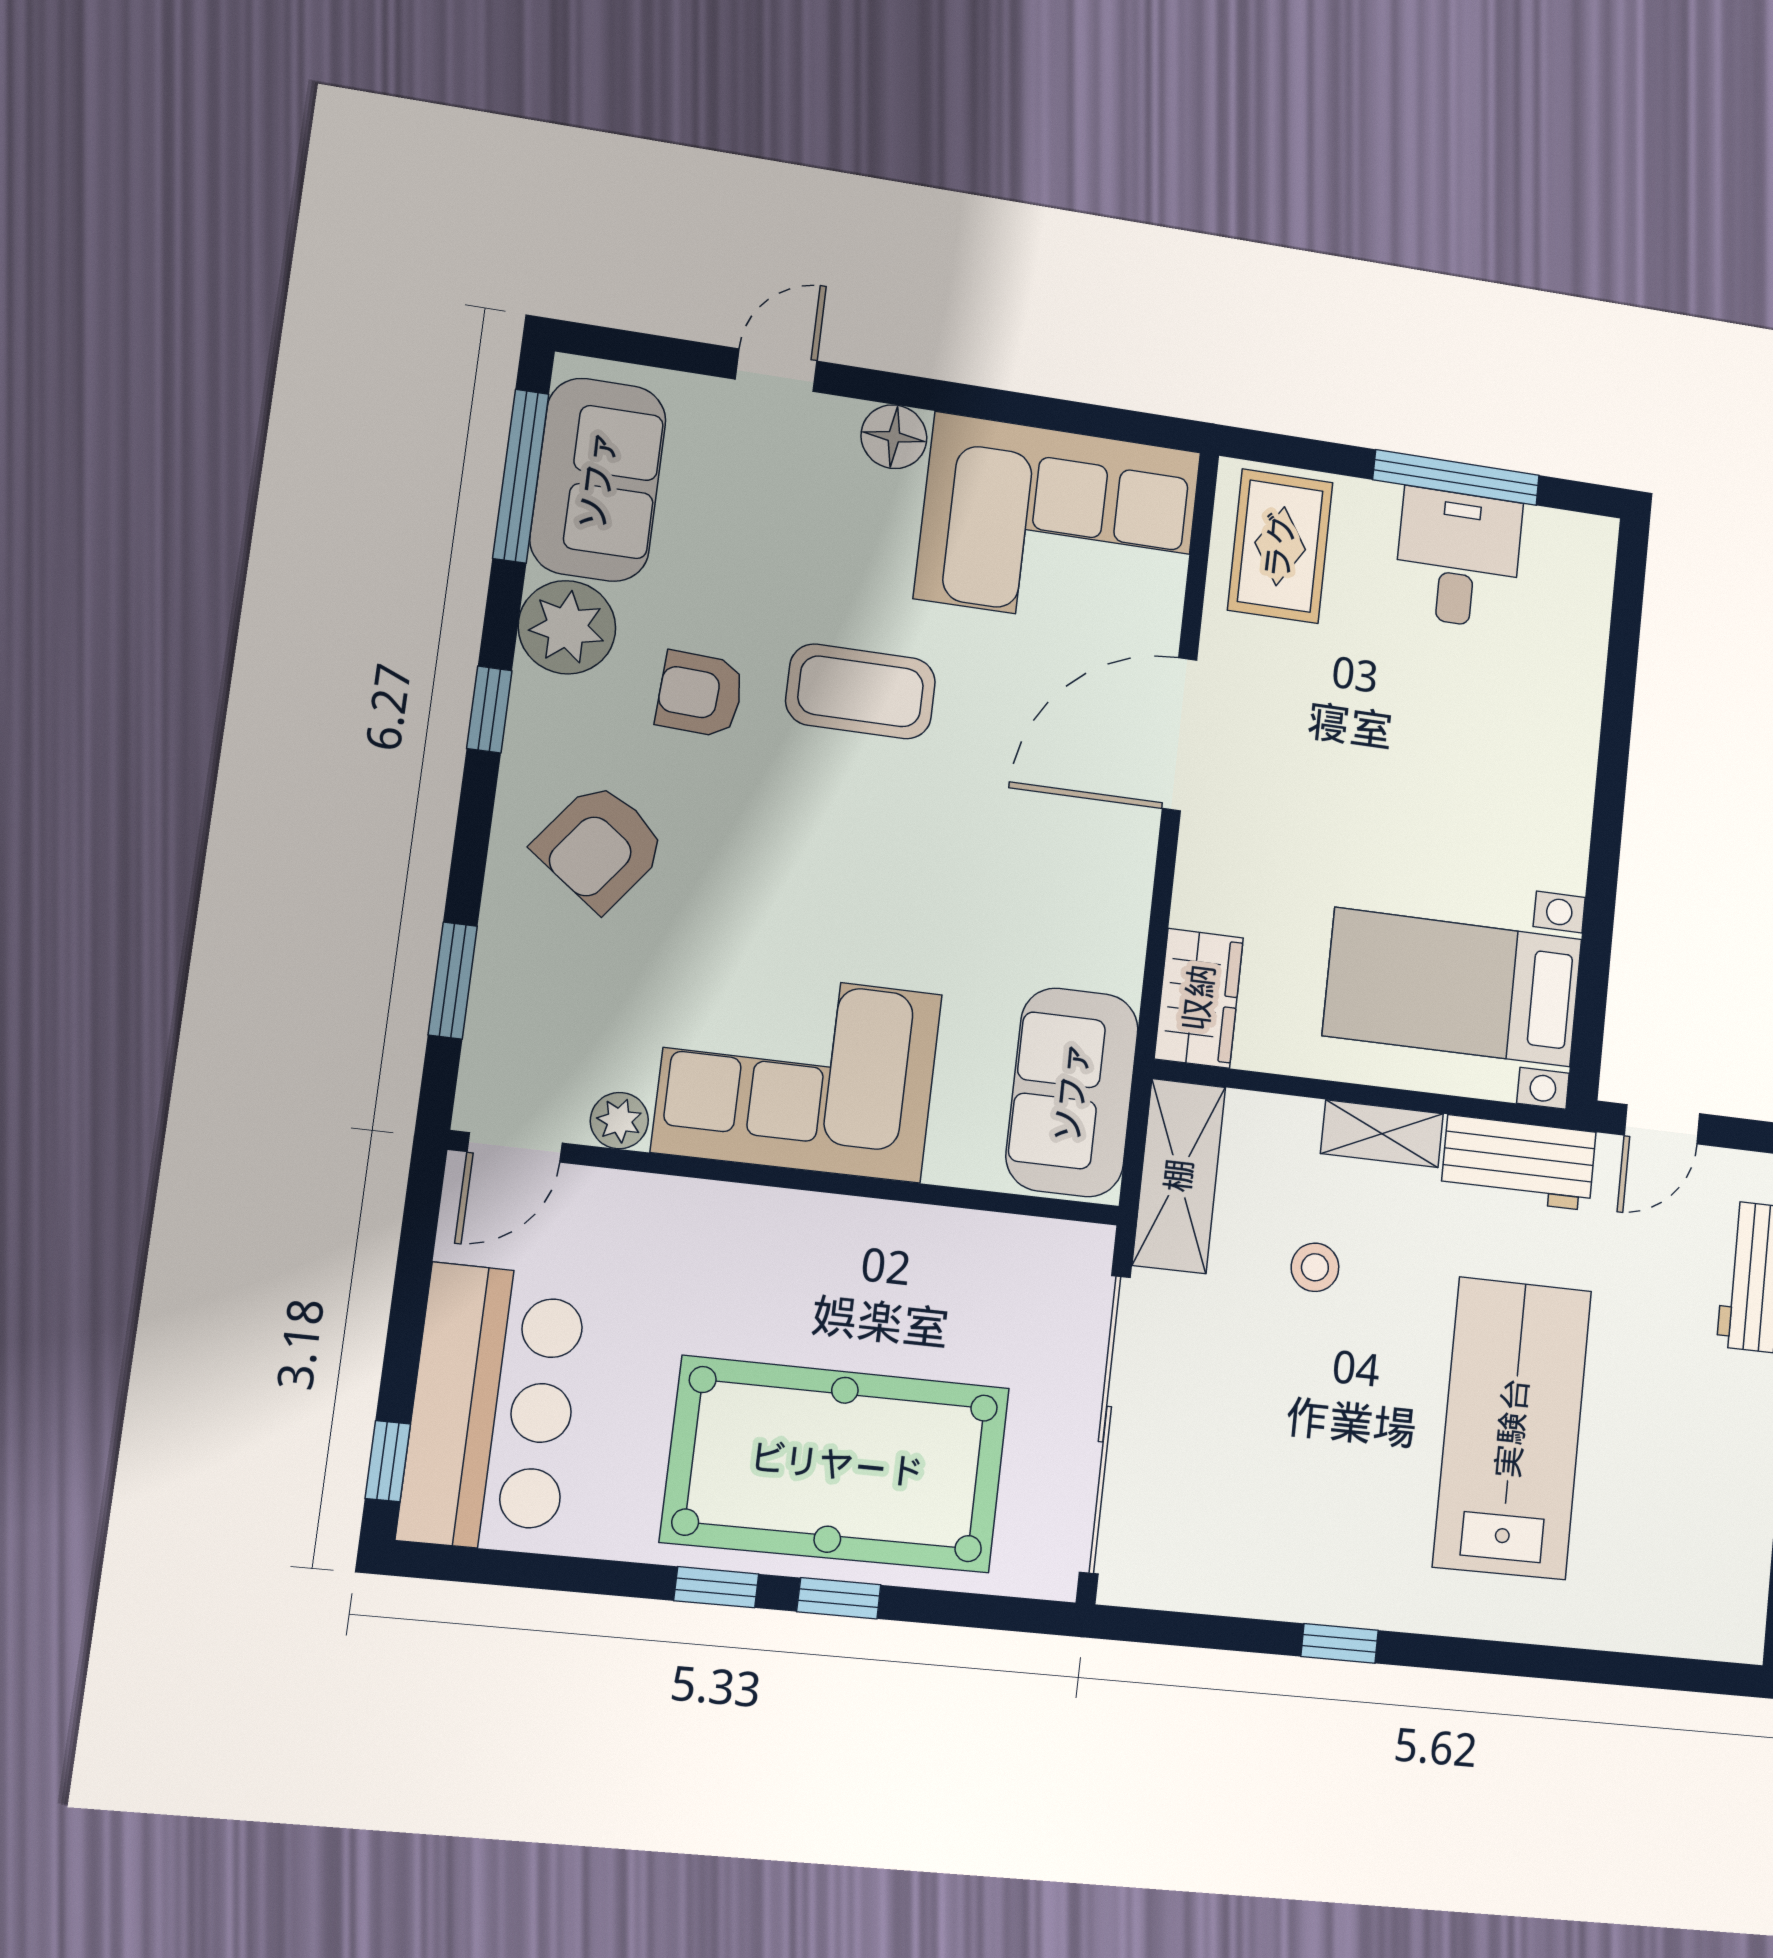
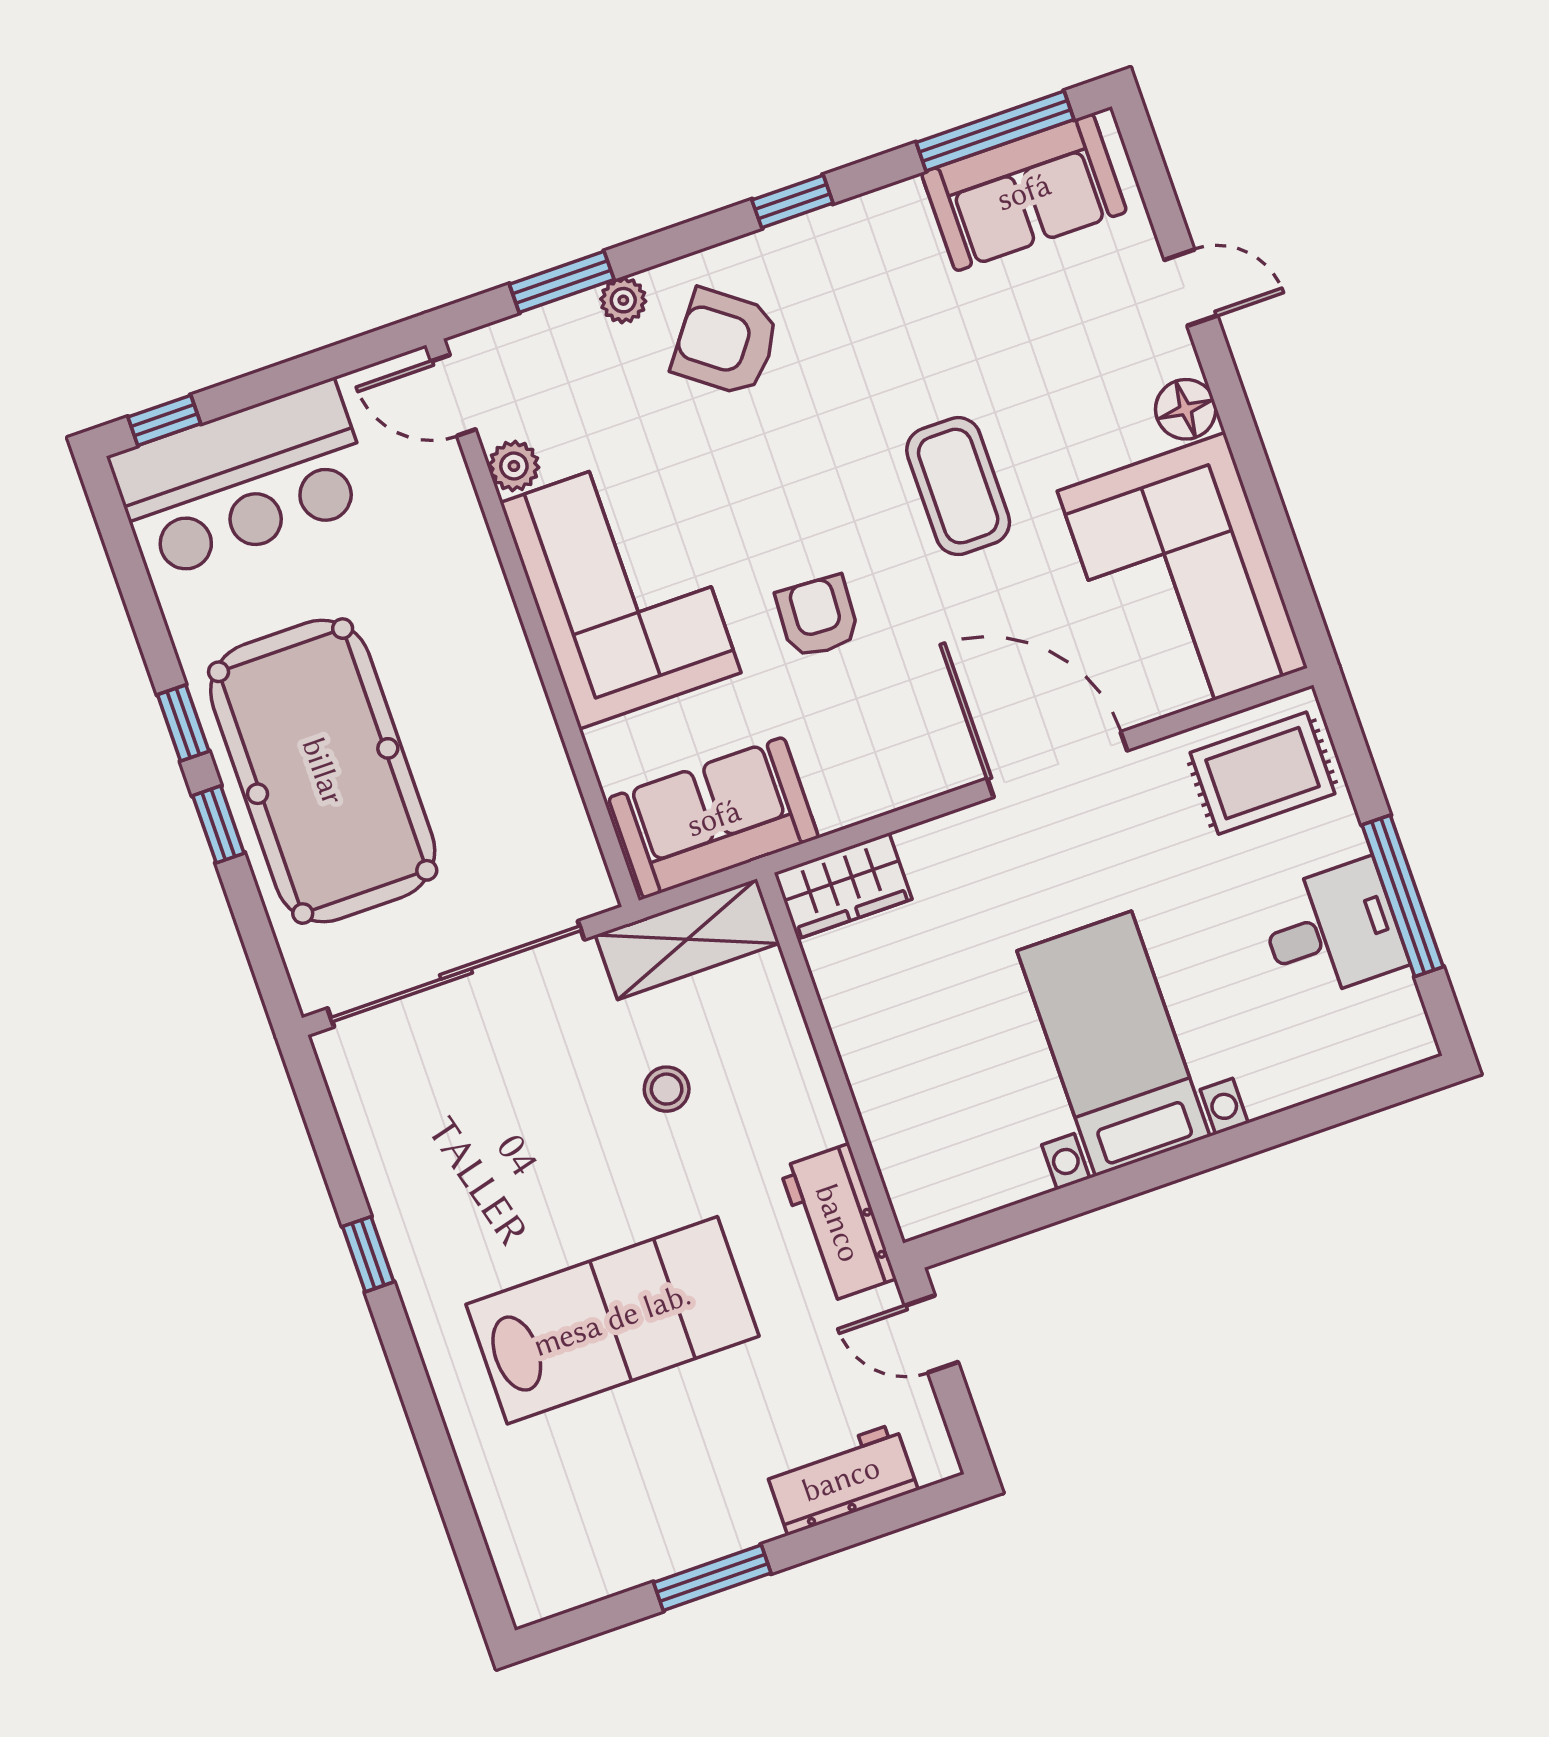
plant: (567, 627) -> (623, 300), moved, width x0.53, depth x0.53
armchair: (700, 694) -> (818, 617), moved
bed with nightstands: (1453, 987) -> (1114, 1044), moved
shelving: (1382, 1134) -> (805, 1094), removed

